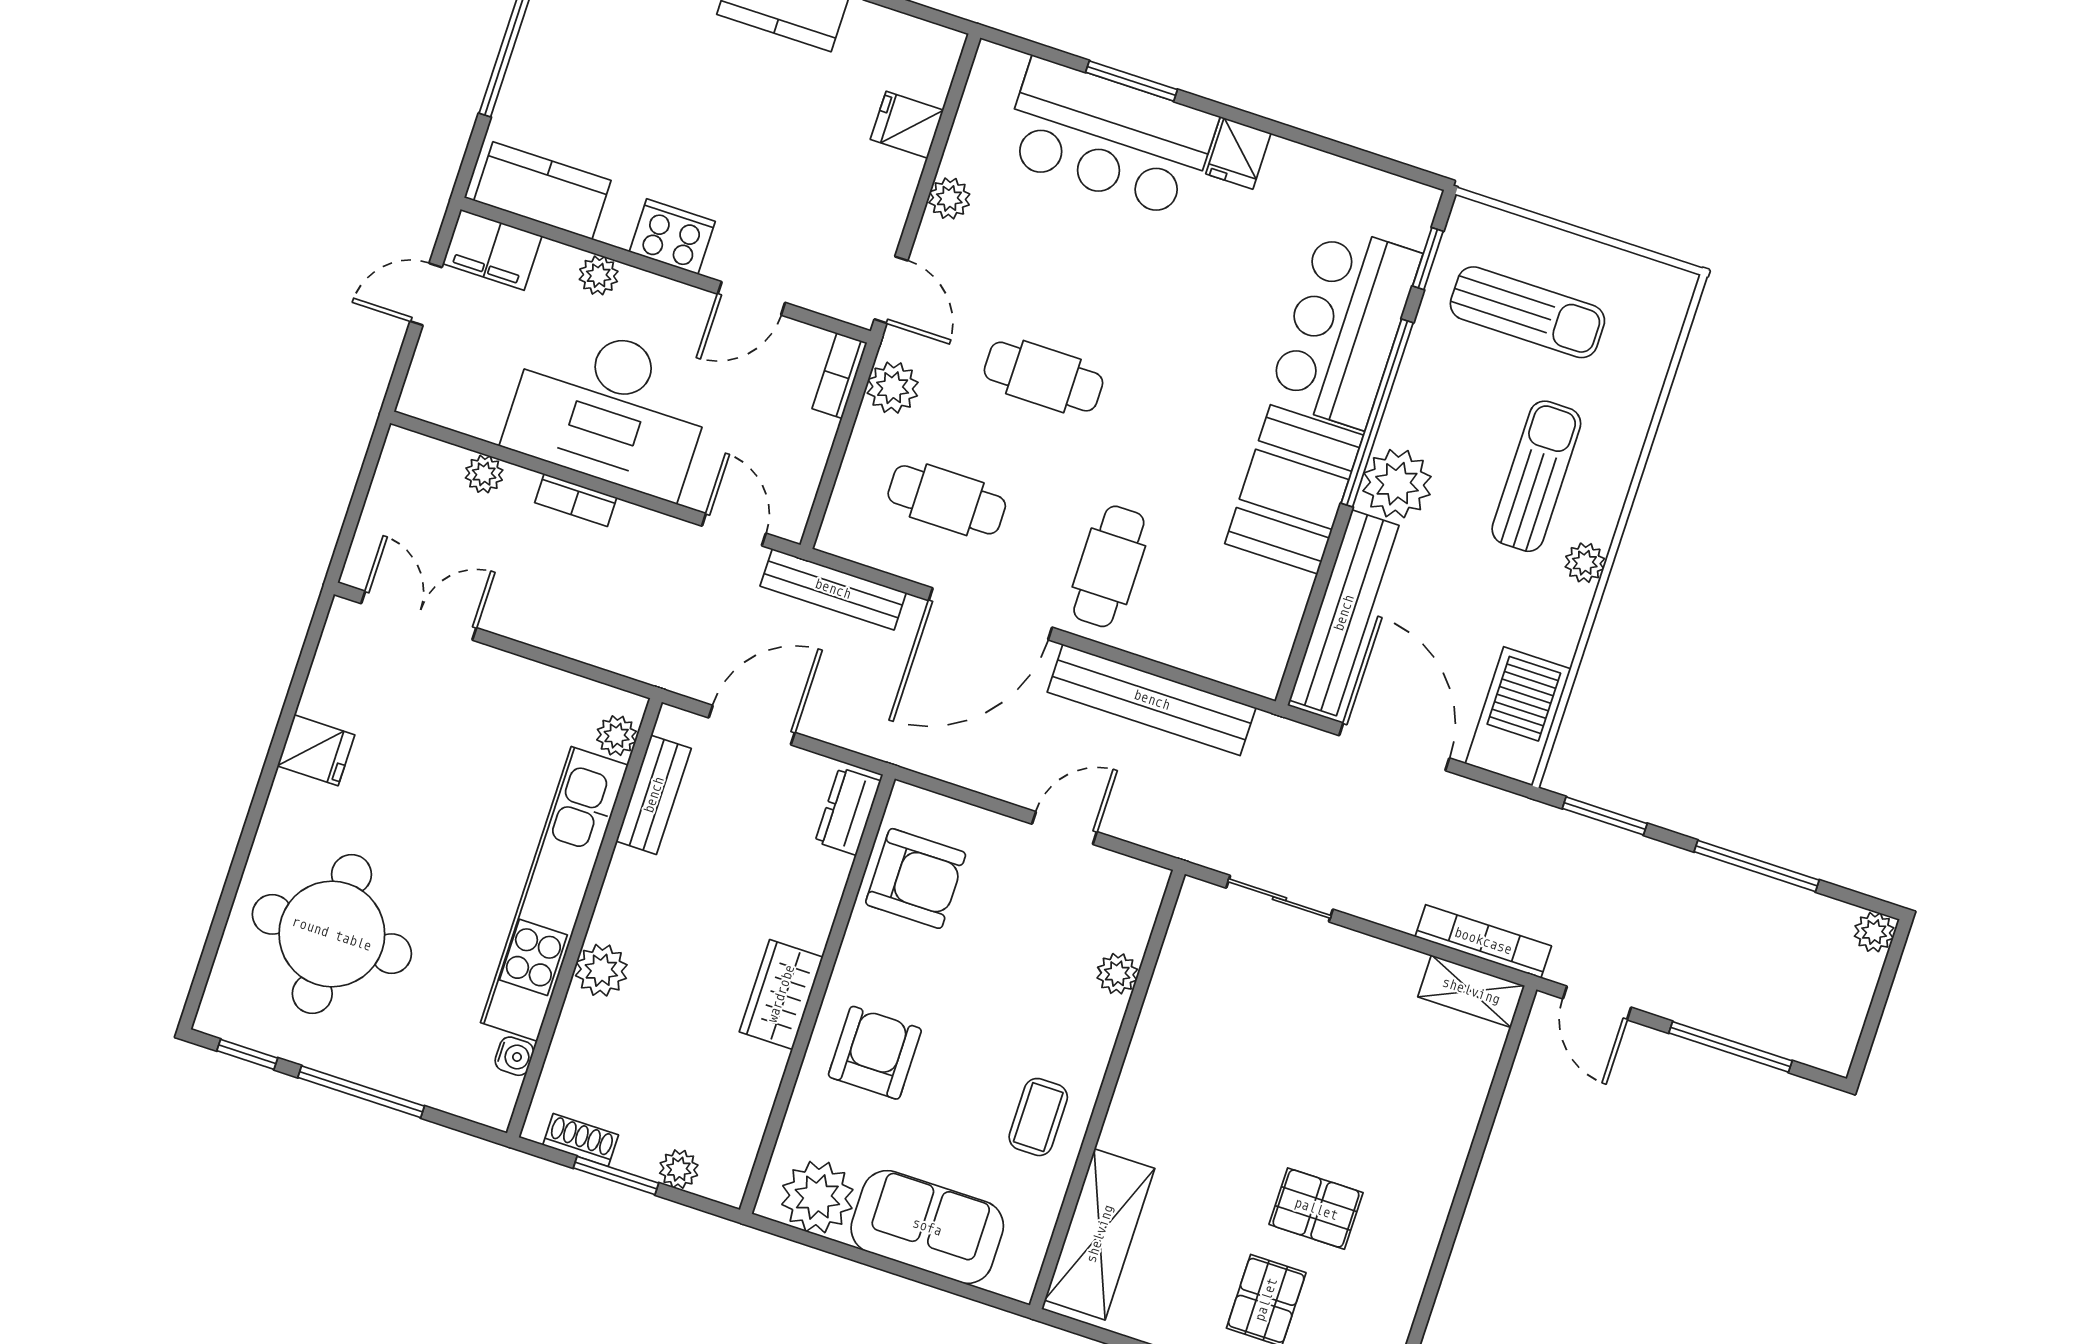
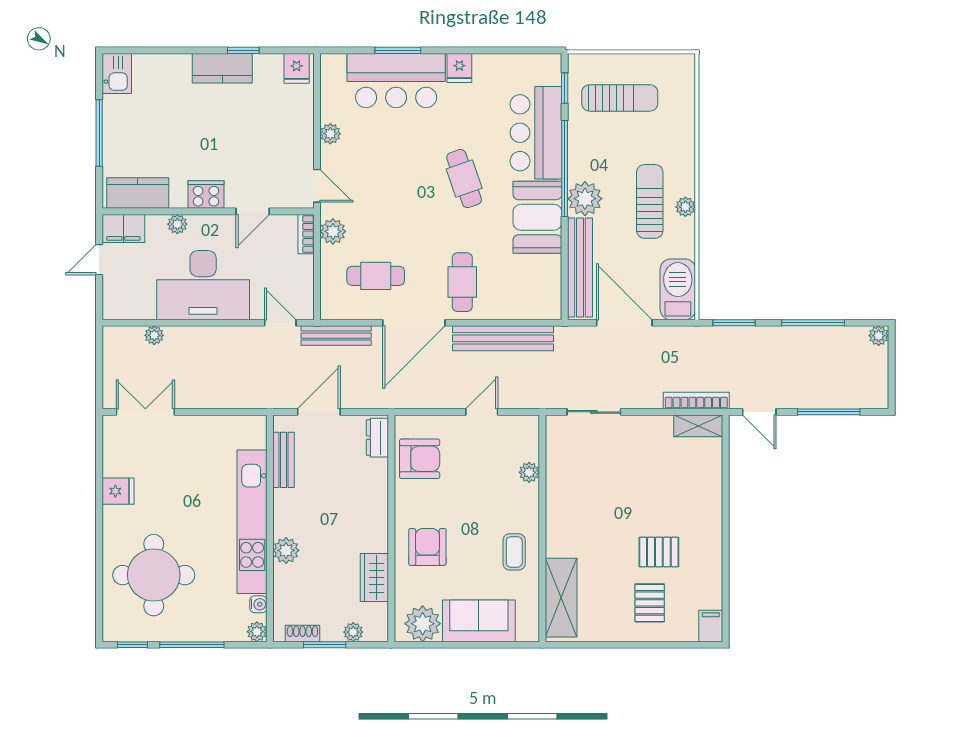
fridge: (907, 125) -> (297, 68), moved, turned -90
cafe table: (1043, 377) -> (464, 179), moved, turned 71
sun lounger: (1536, 476) -> (650, 201), moved
bookcase: (576, 500) -> (201, 333), removed
plant: (617, 736) -> (257, 632), moved
wardrobe: (781, 994) -> (374, 578), moved

